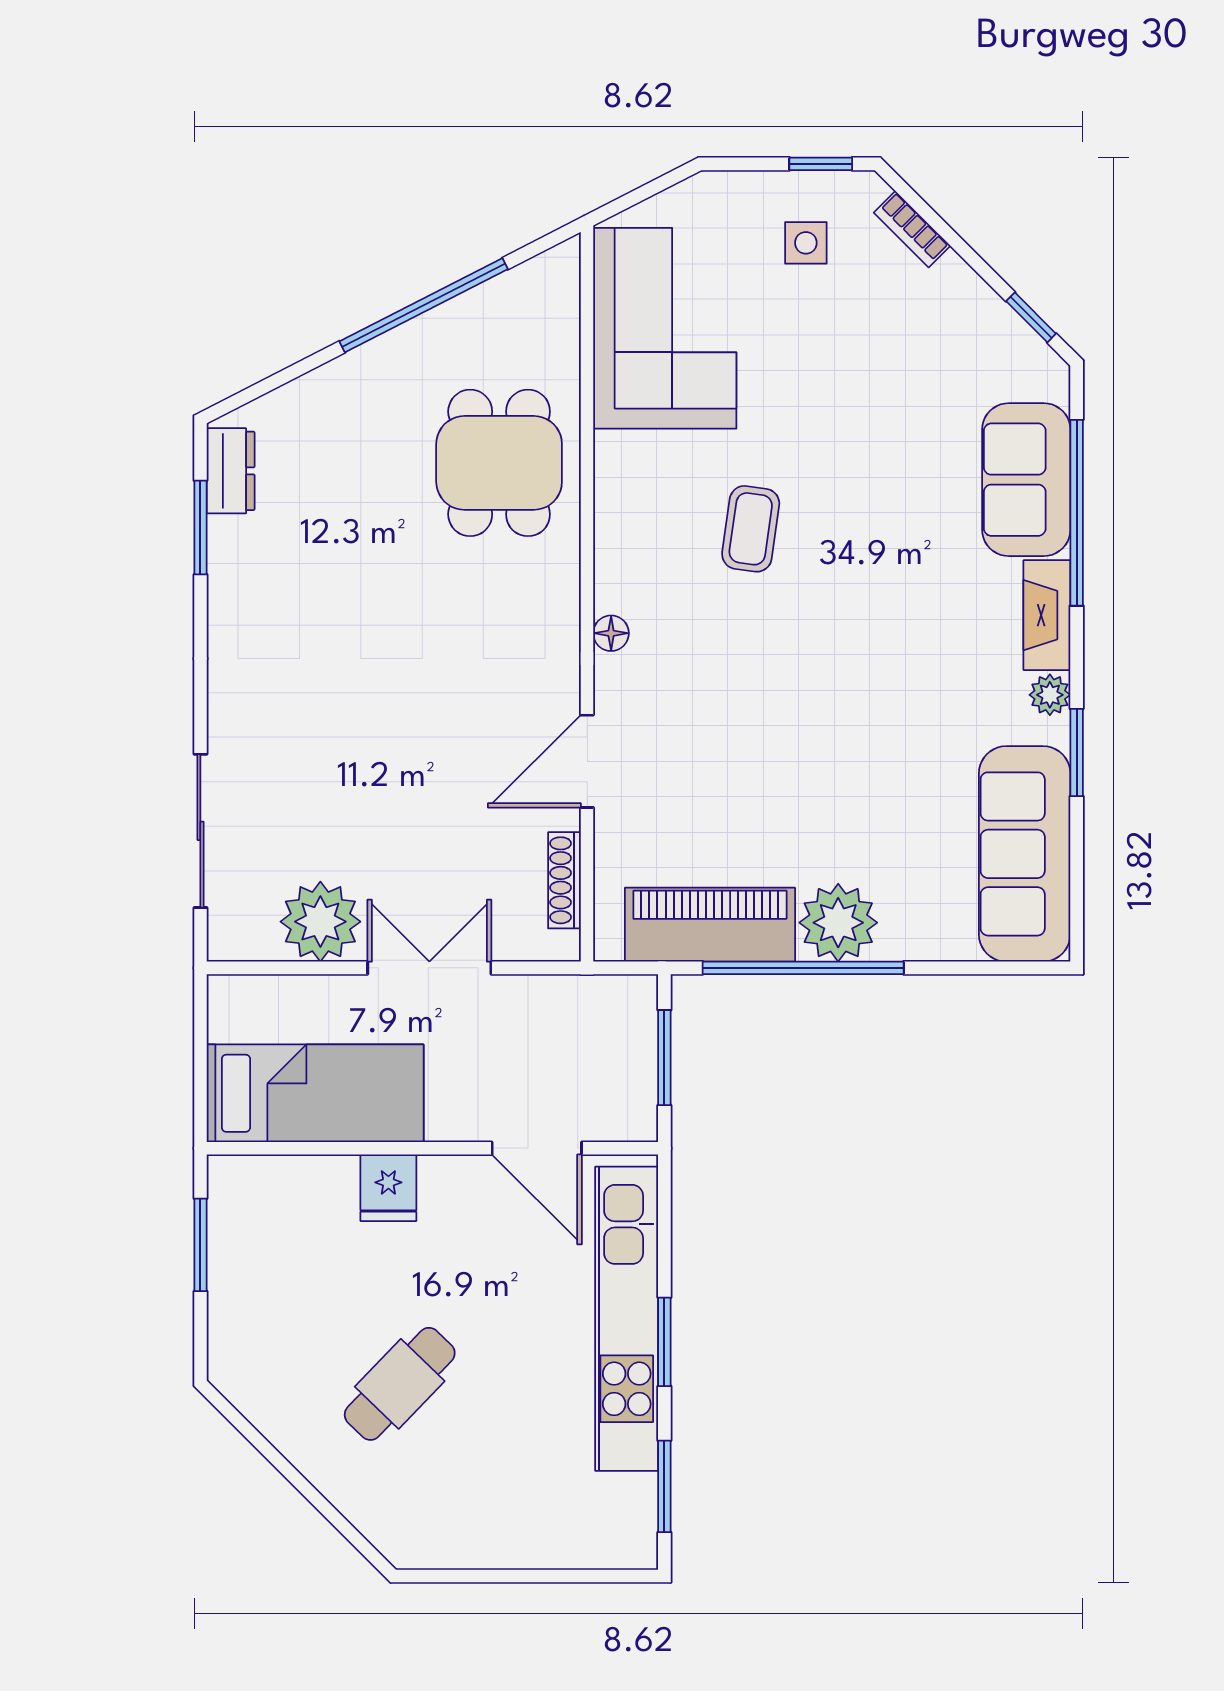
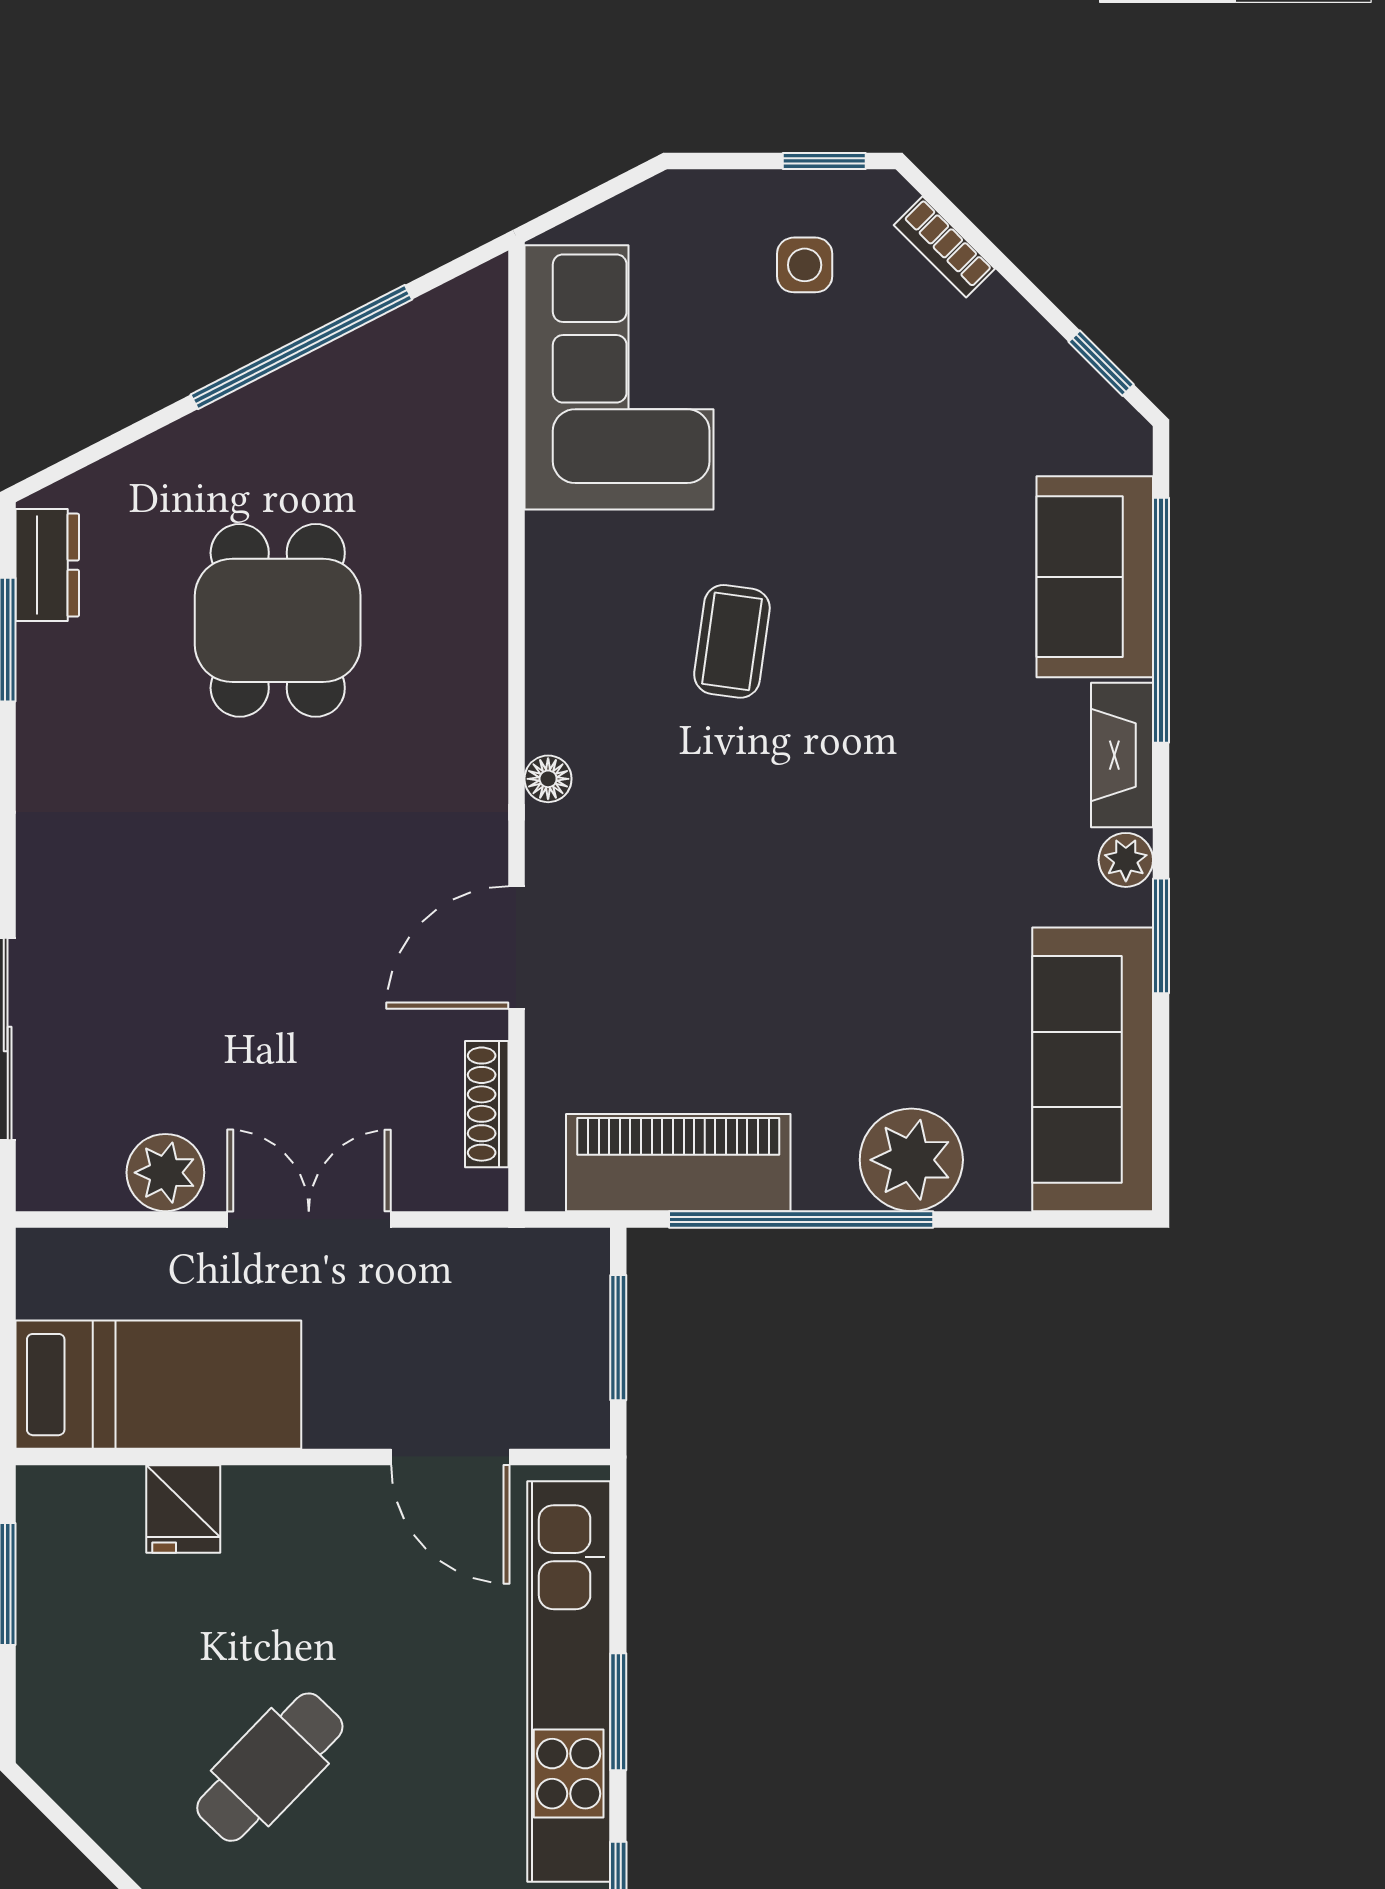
dining table: (499, 463) -> (278, 620), moved
plant: (320, 922) -> (165, 1173), width x0.73, depth x0.73
plant: (838, 923) -> (911, 1160), moved
fridge: (388, 1188) -> (183, 1509), moved

